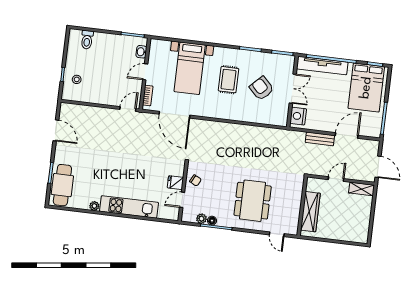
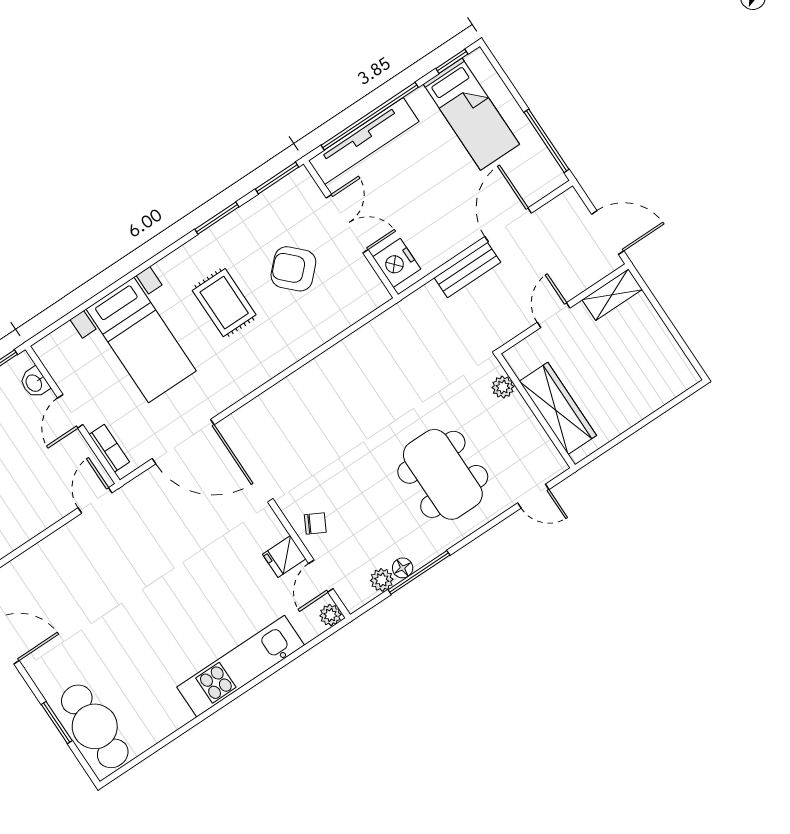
bed: (366, 88) -> (471, 114), width x0.67
plant: (298, 189) -> (503, 387), added
plant: (94, 206) -> (330, 615), moved

